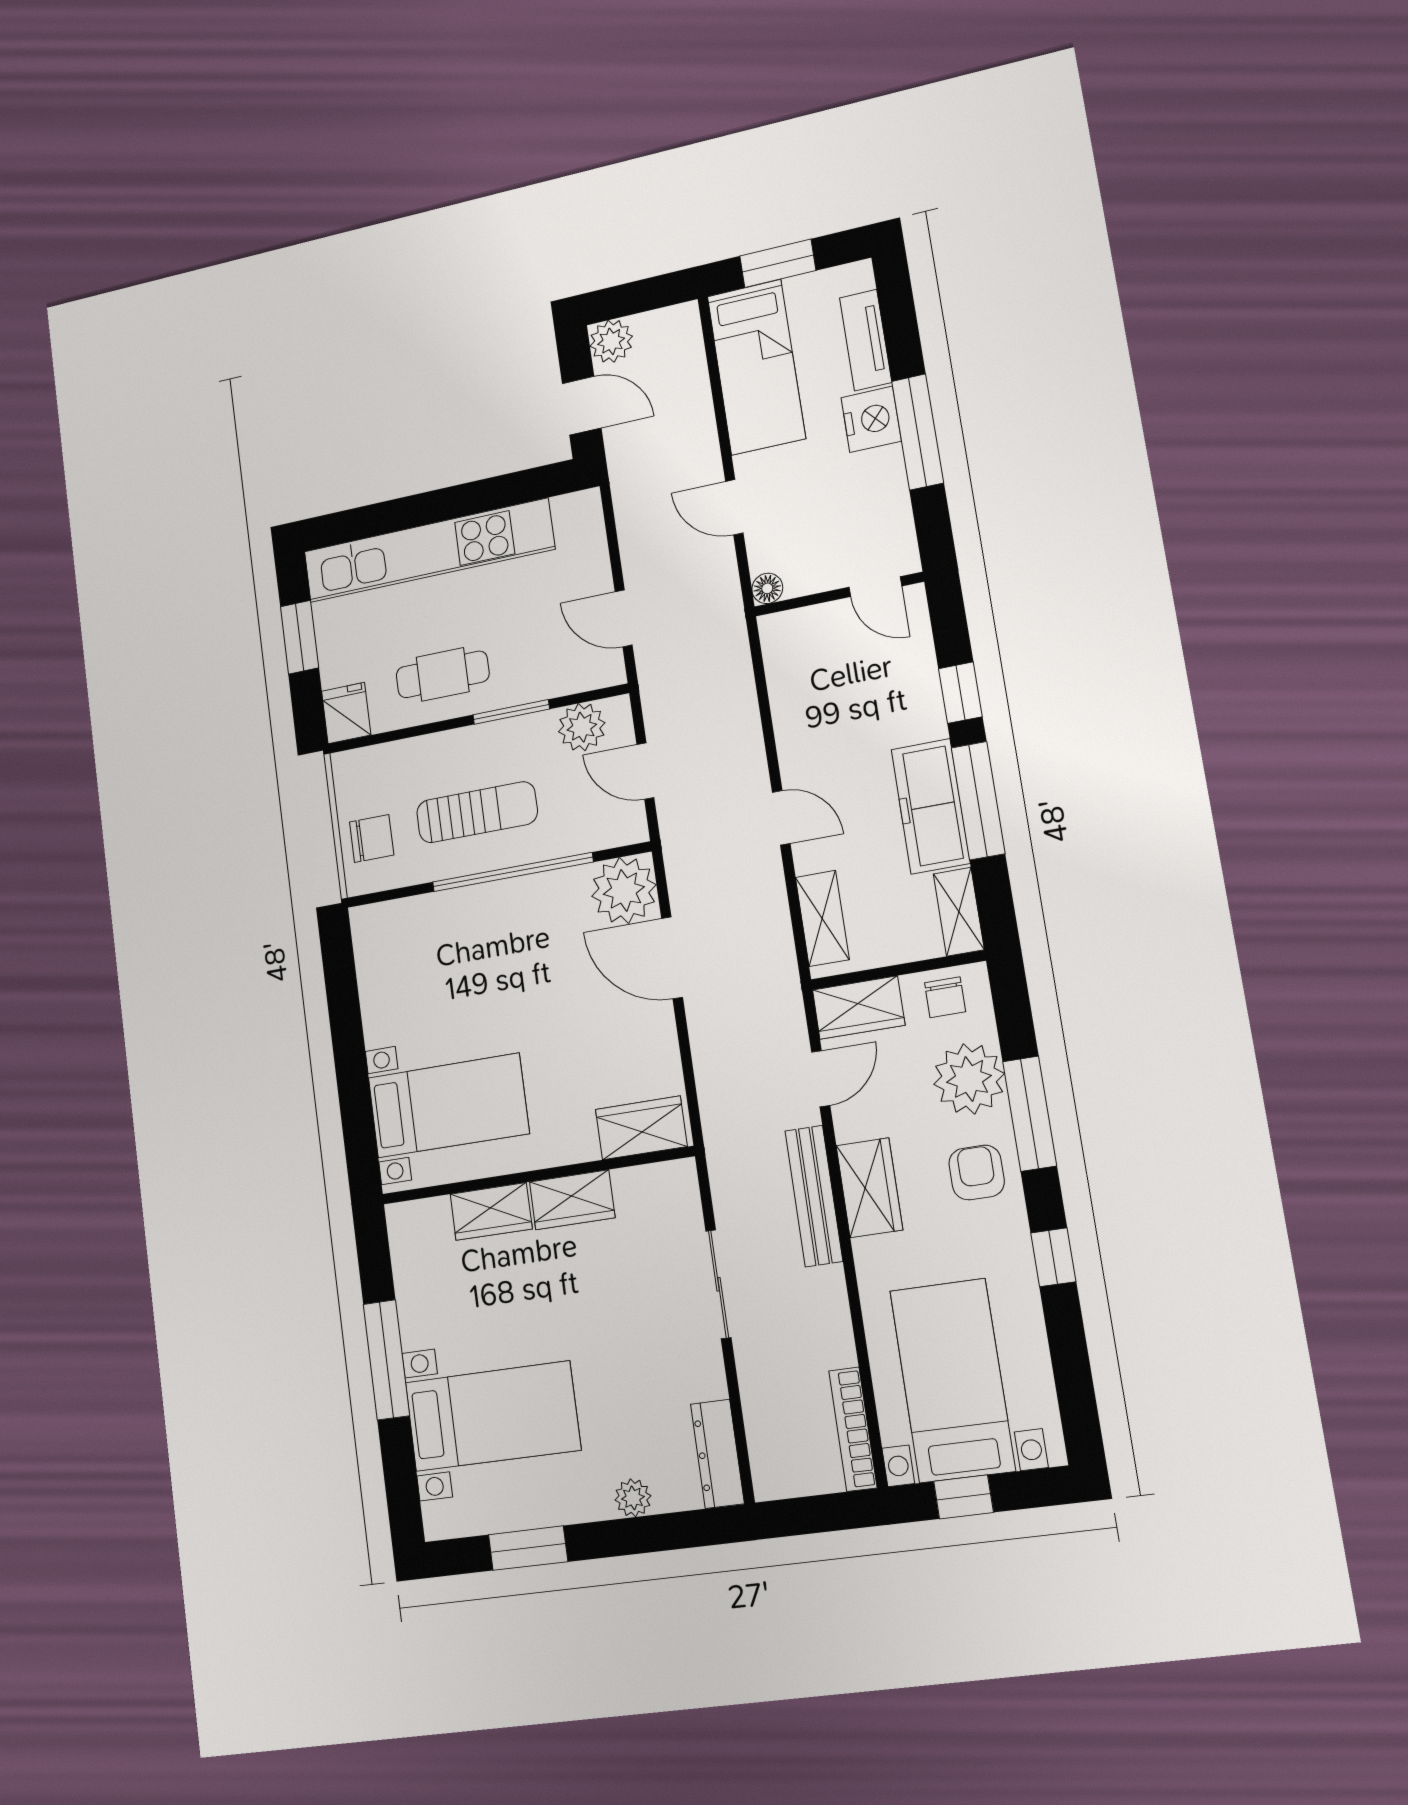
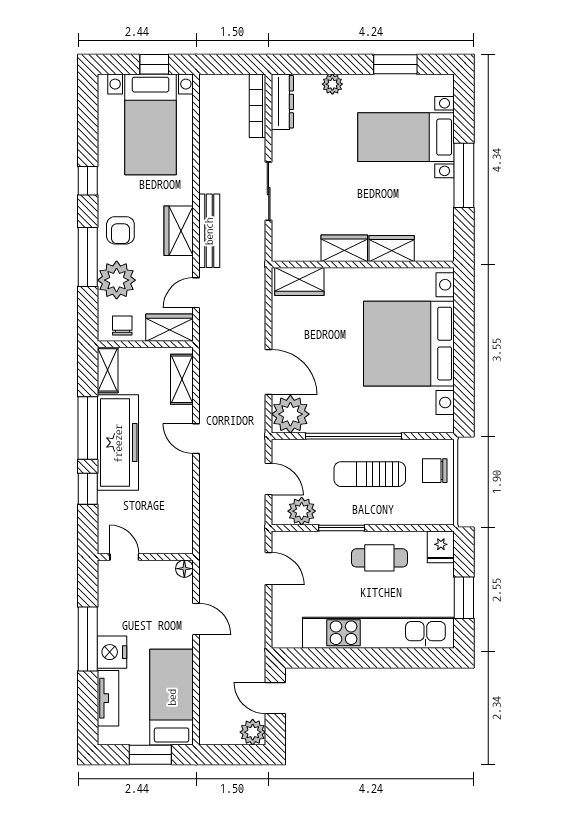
freezer: (931, 806) -> (118, 443), width x1.36, depth x1.26
bed with nightstands: (448, 1106) -> (409, 344), width x1.85
bookcase: (853, 1429) -> (257, 106), moved, turned 180

